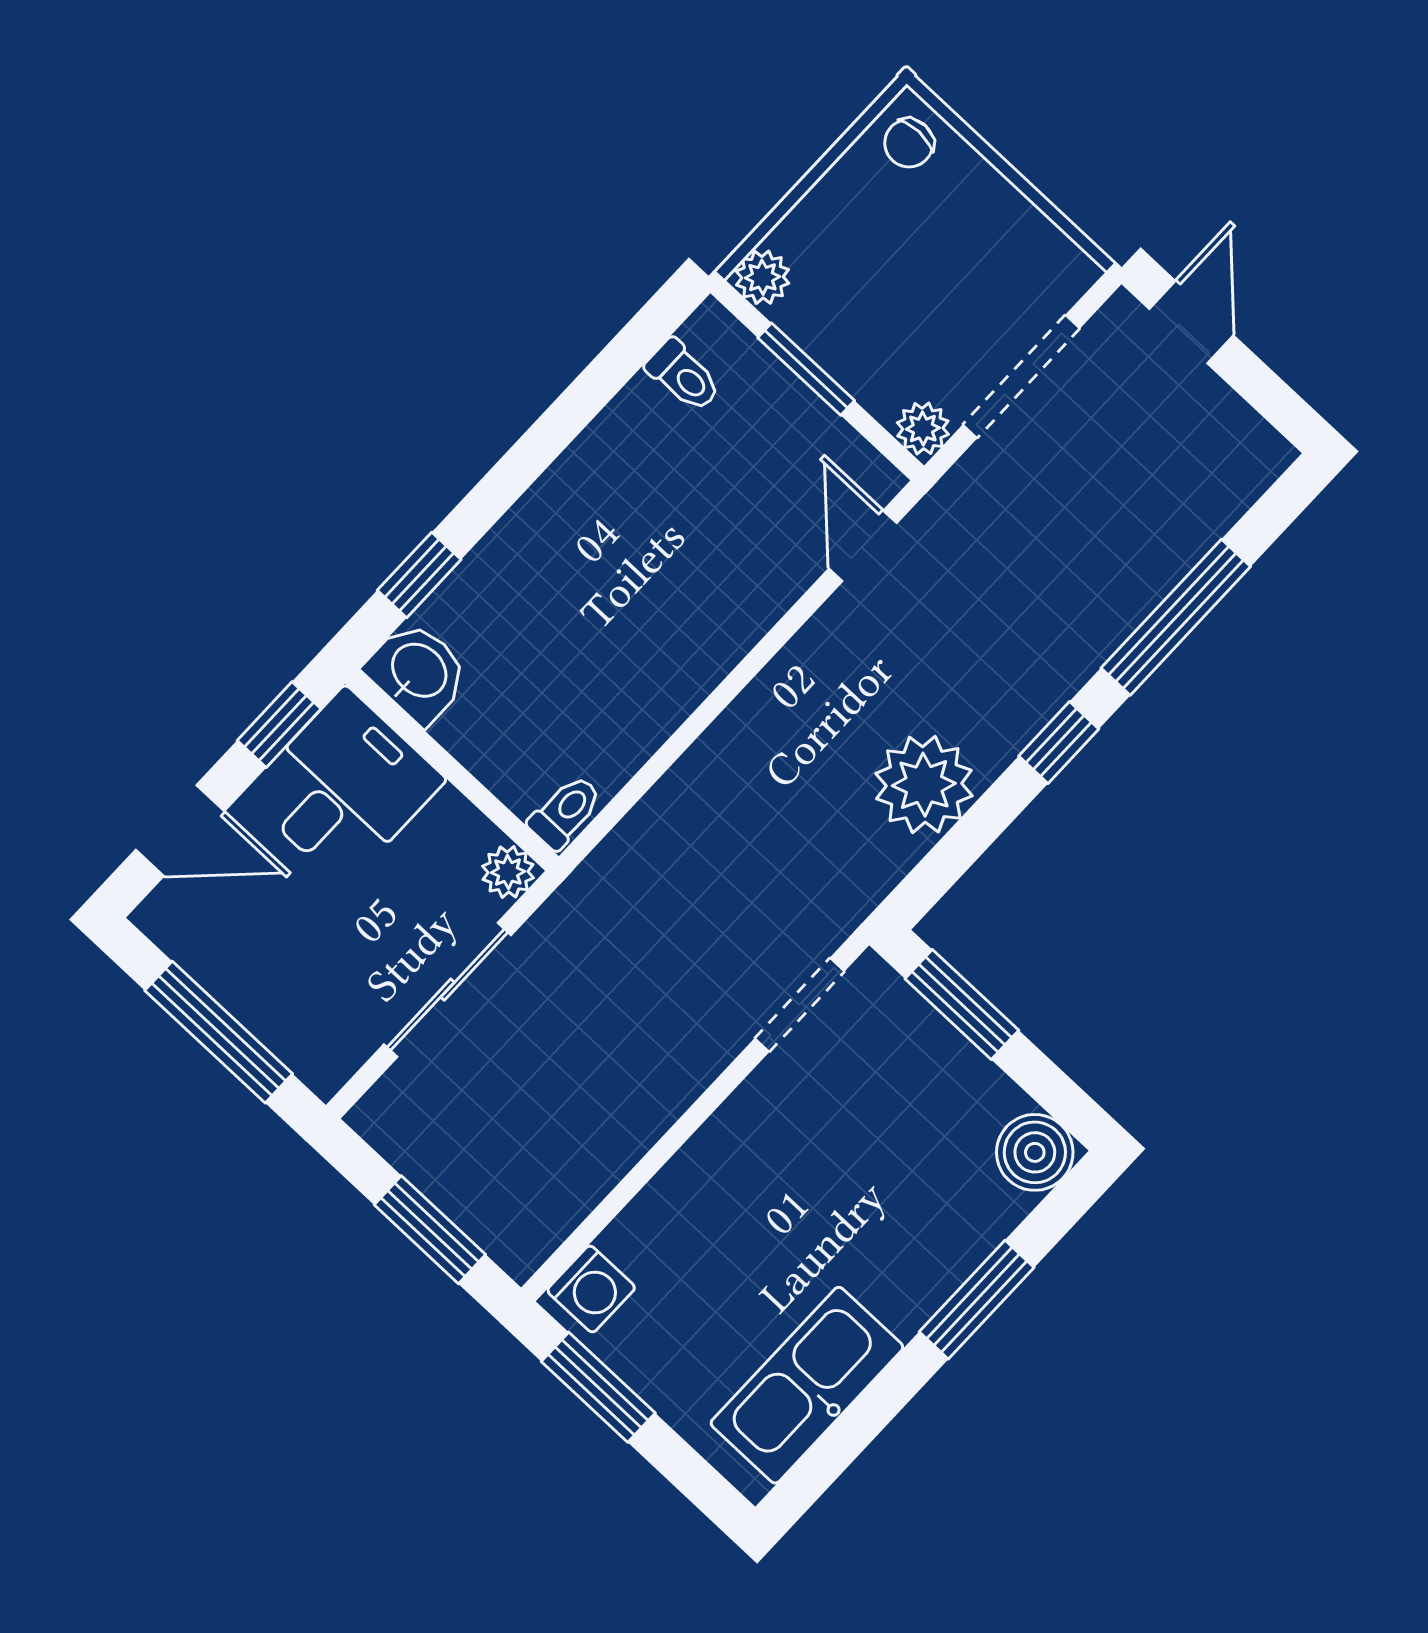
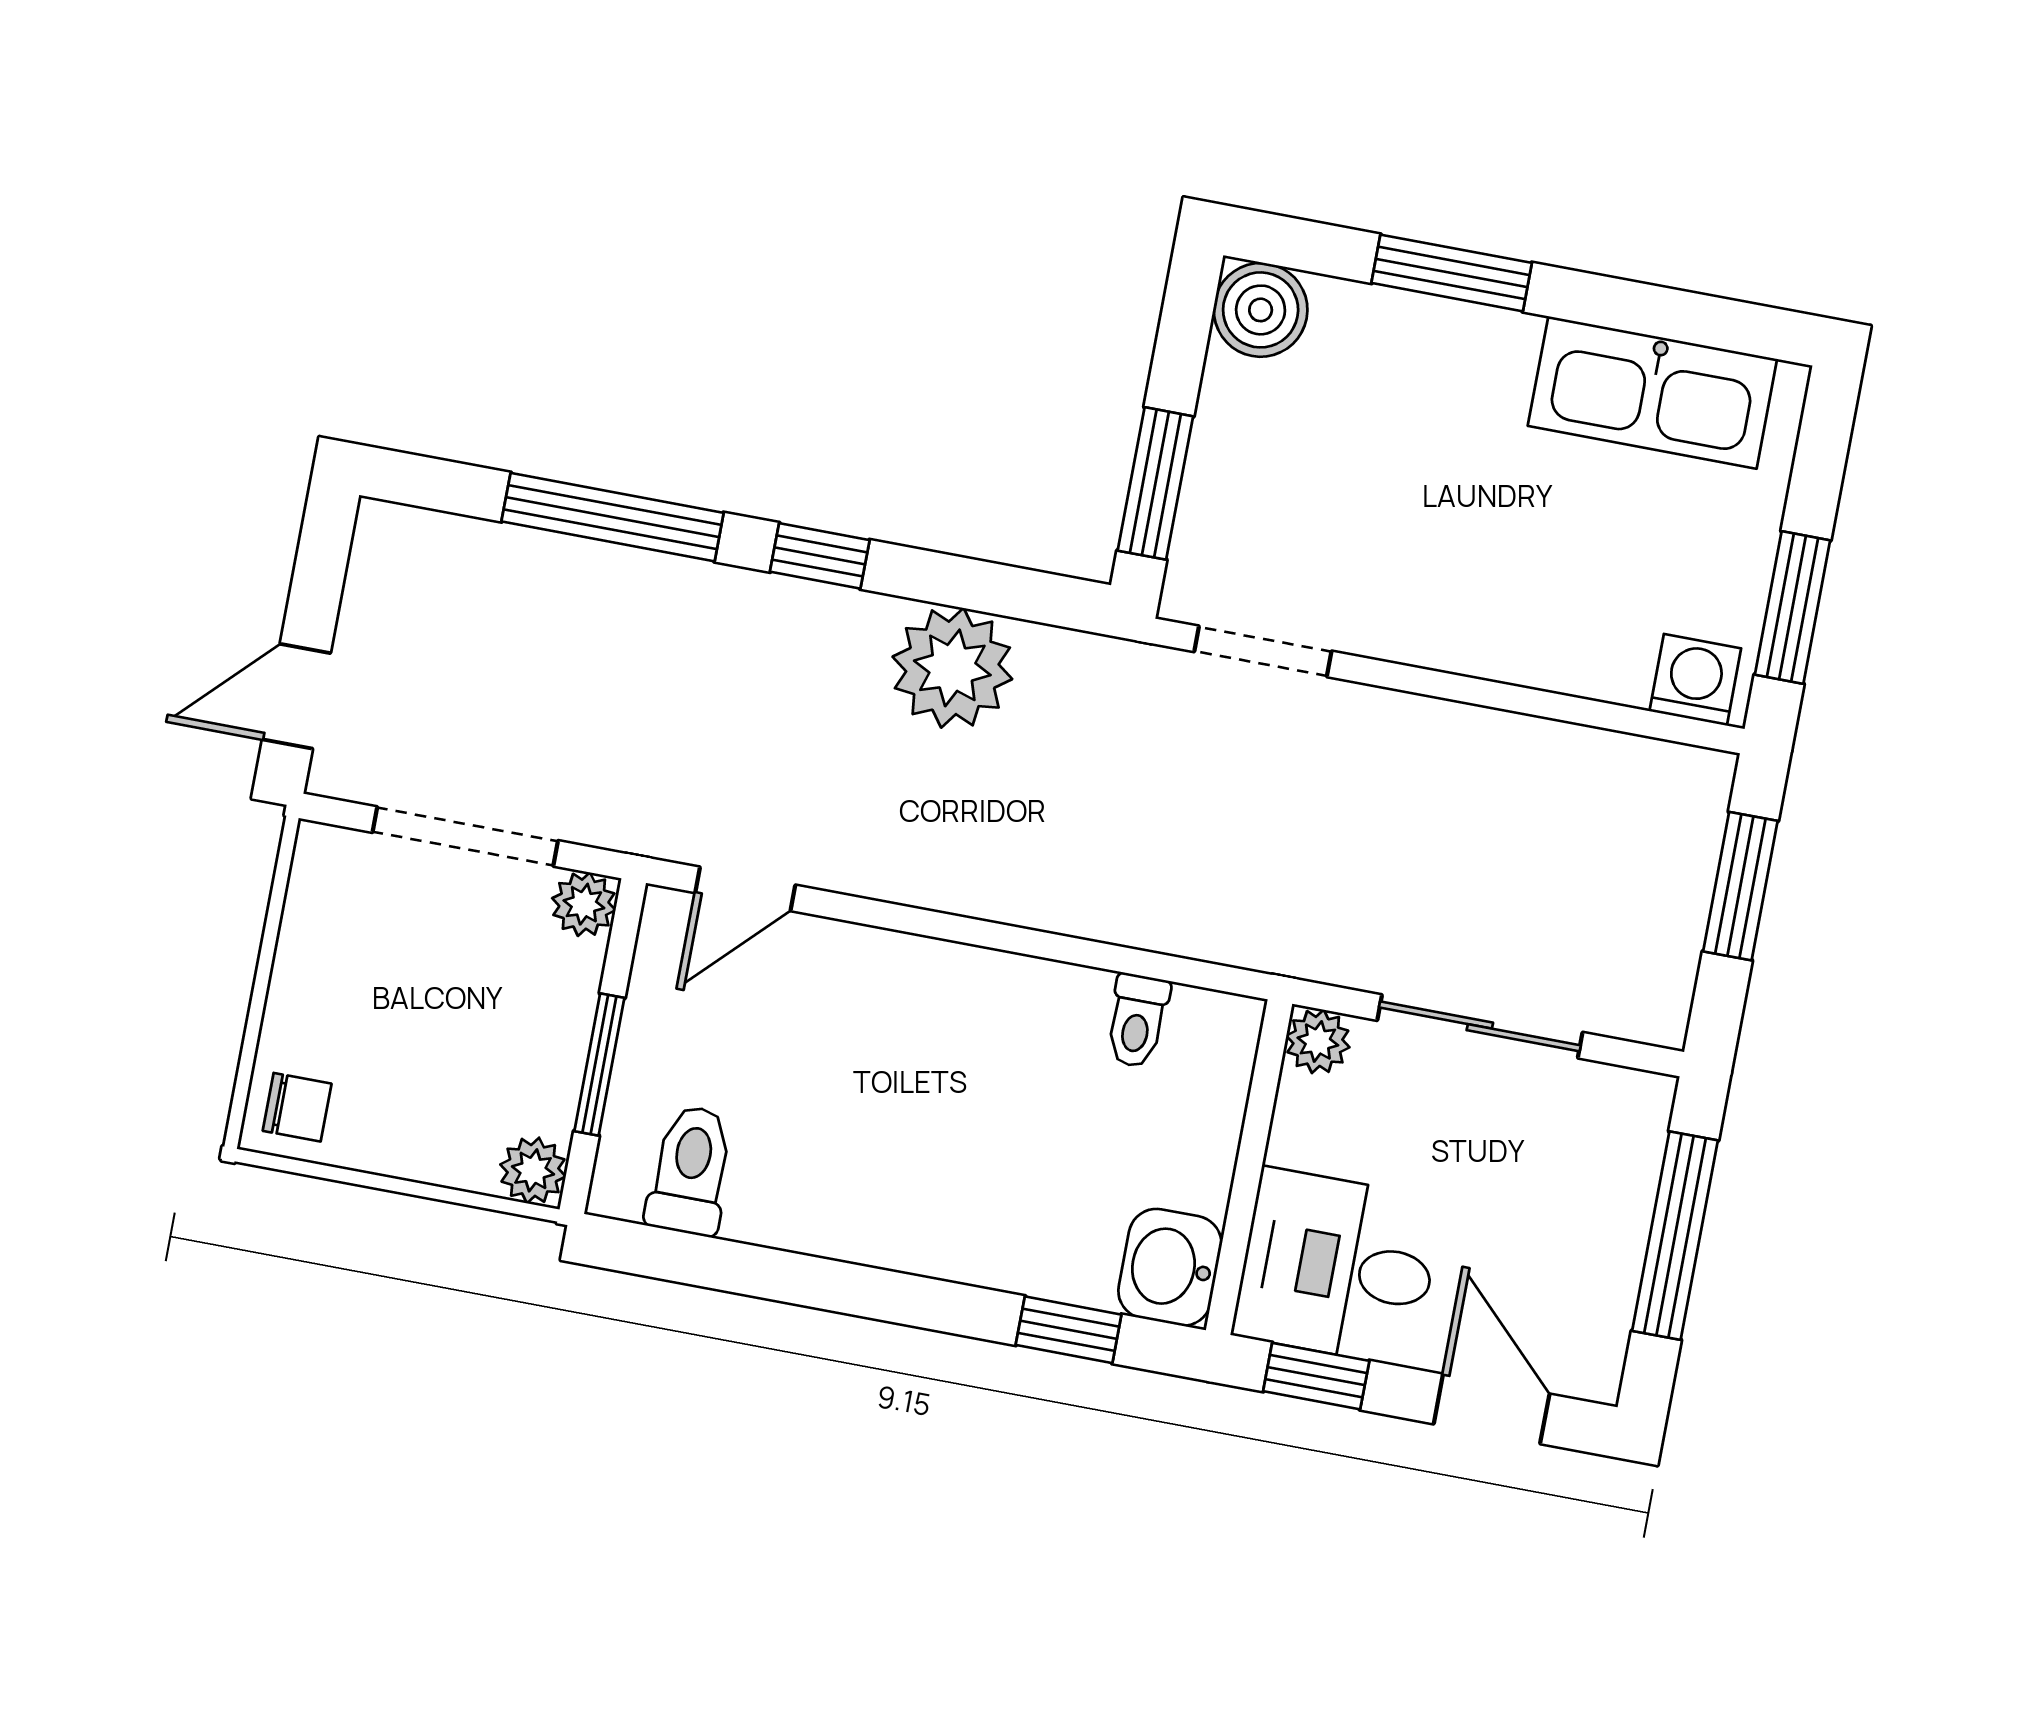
toilet: (683, 376) -> (690, 1170), width x1.37, depth x1.39
toilet: (565, 812) -> (1137, 1021), moved, turned -90

